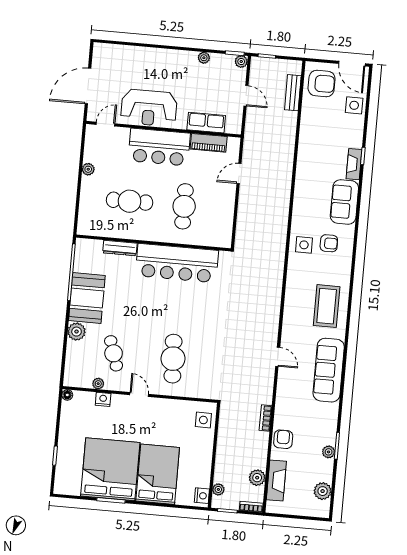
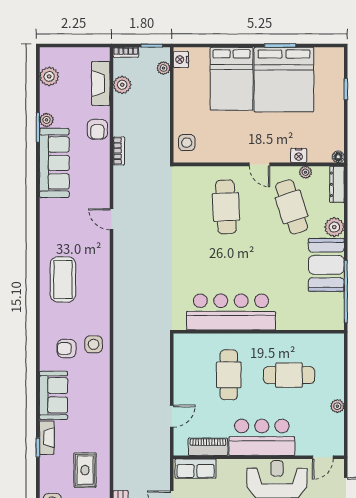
row of seats: (206, 123) -> (196, 469), moved
rug: (322, 132) -> (85, 470), added
dresser: (120, 248) -> (337, 184), moved, turned -90
cafe table: (114, 353) -> (292, 207), width x1.37, depth x1.35
sofa: (329, 370) -> (54, 163), moved

